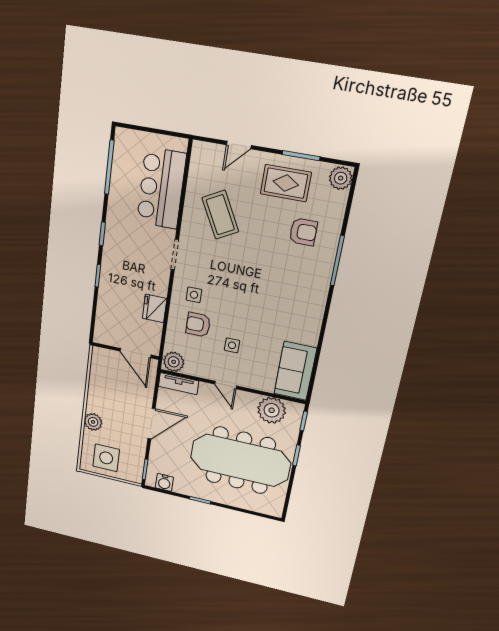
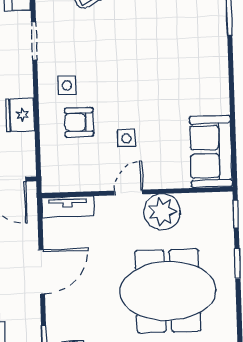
plant: (174, 362) -> (57, 179), removed
door: (226, 385) -> (129, 192), swing flipped
plant: (272, 410) -> (162, 212), moved
meeting table: (240, 460) -> (168, 291), width x0.73

